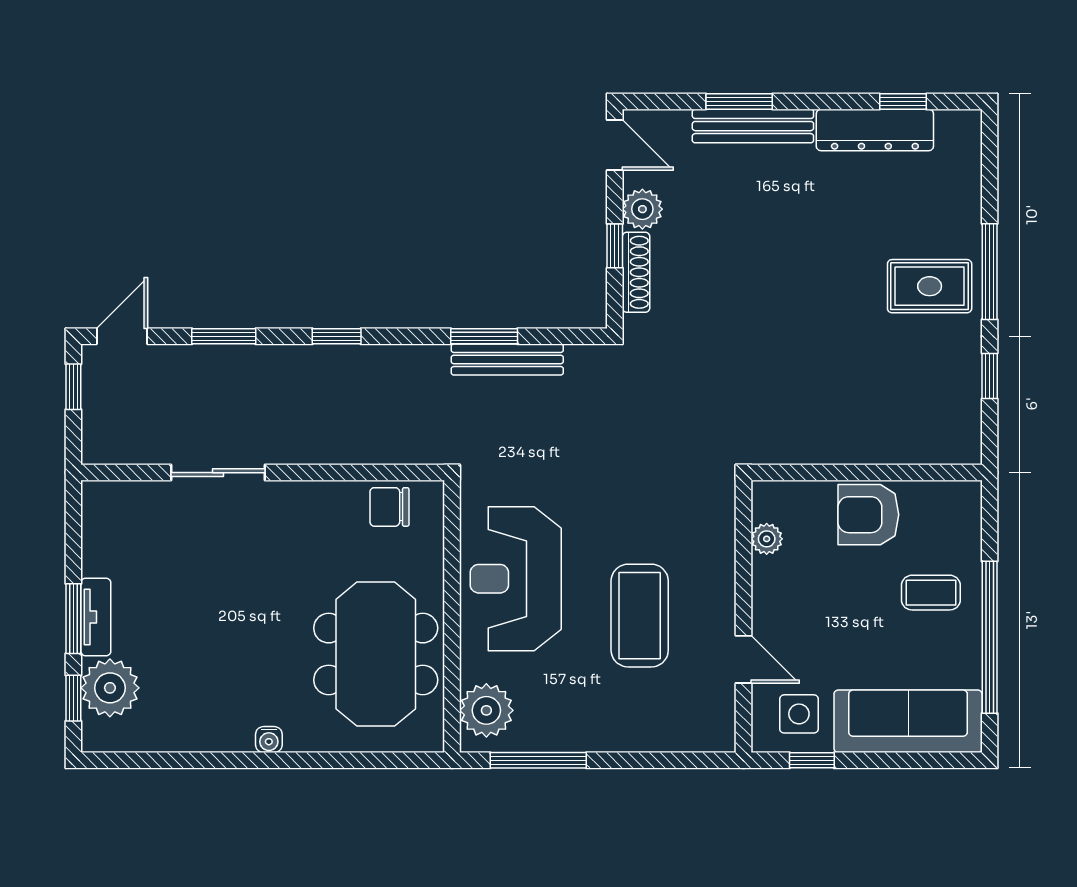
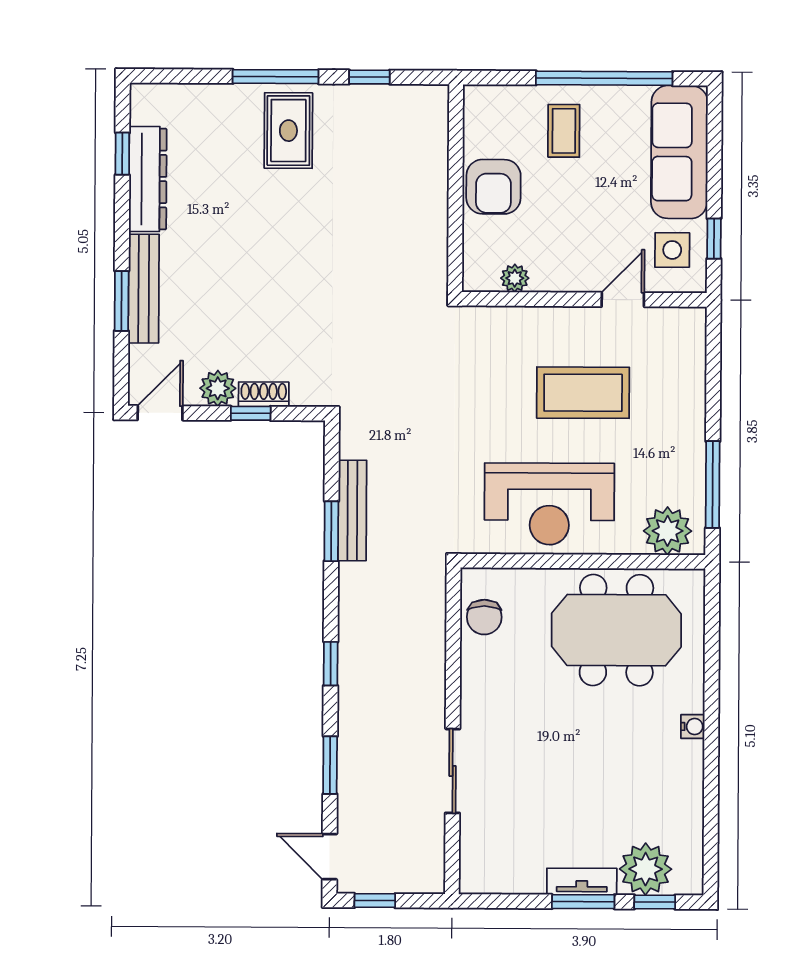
shoe rack: (636, 272) -> (264, 394), width x0.70

